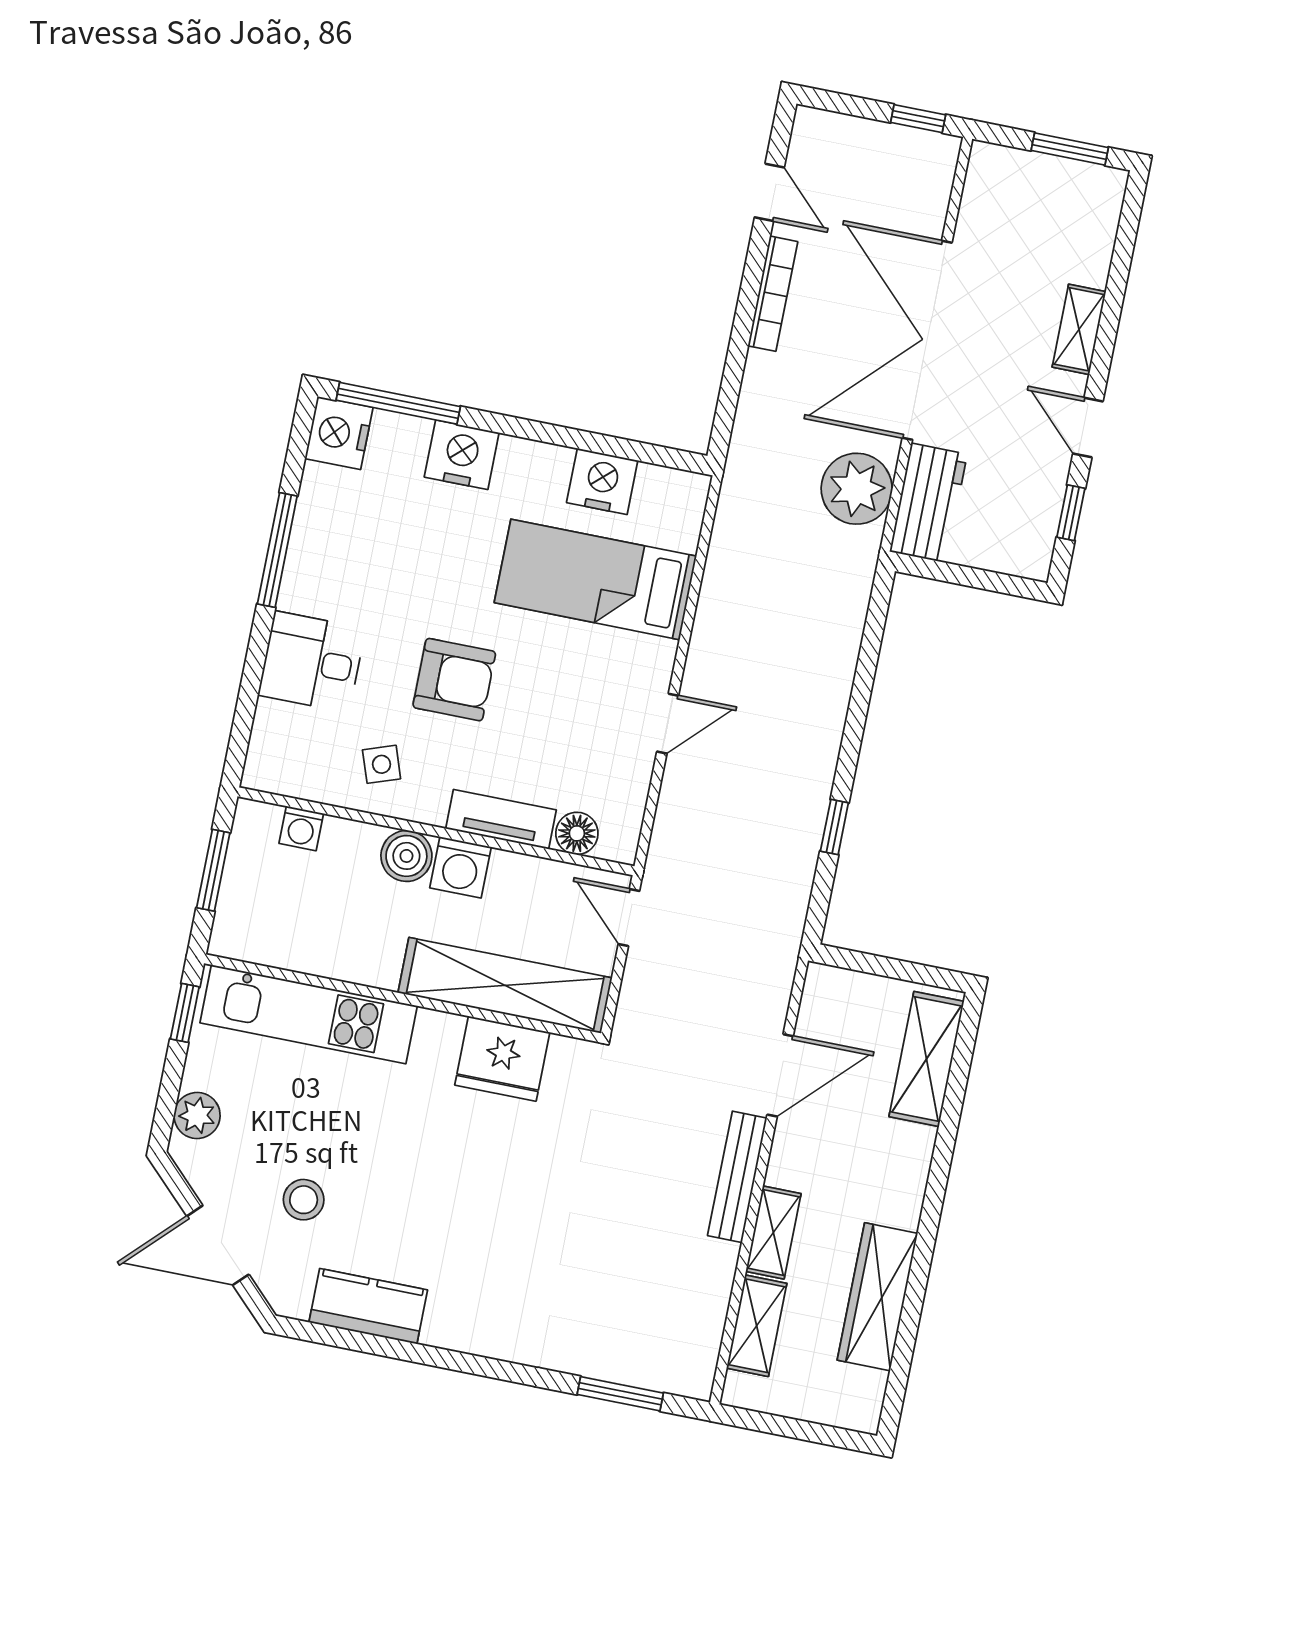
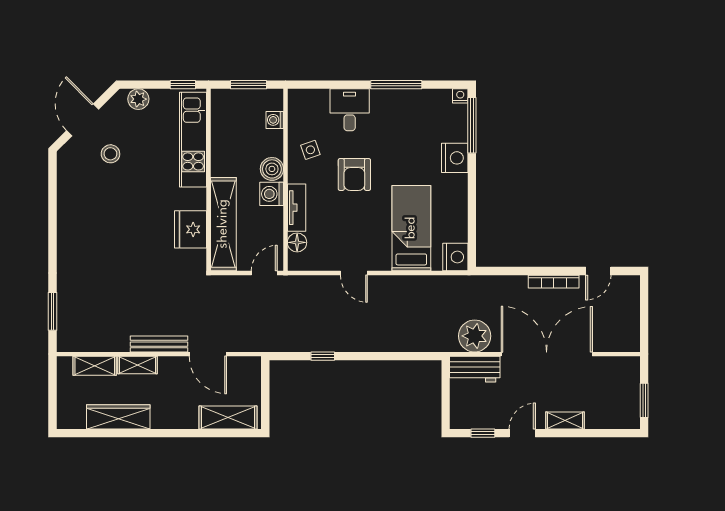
window: (918, 119) -> (644, 330), removed
nightstand: (339, 433) -> (460, 96), width x0.53, depth x0.56
nightstand: (602, 481) -> (455, 257), moved
kitchen counter: (368, 1306) -> (69, 192), removed

